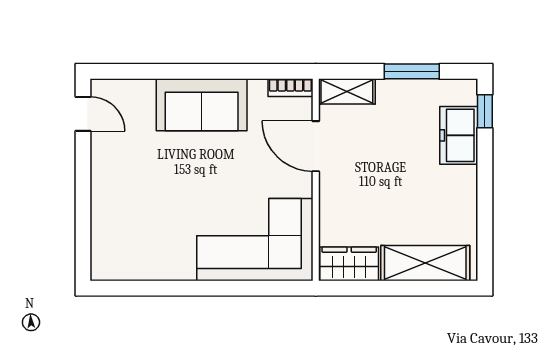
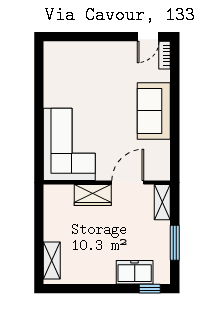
bookcase: (290, 88) -> (165, 55), moved
shelving: (425, 263) -> (52, 261), width x0.67, depth x0.75
wardrobe: (349, 264) -> (93, 195), moved, turned 90

